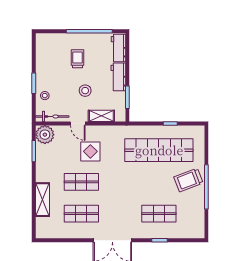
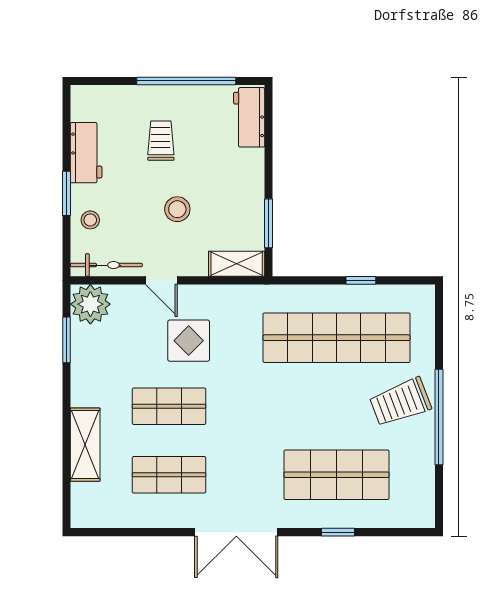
workbench: (118, 77) -> (86, 153), moved, turned 180
shelving: (101, 116) -> (237, 264), moved
shop shelf: (159, 214) -> (337, 475), width x1.43, depth x1.36

